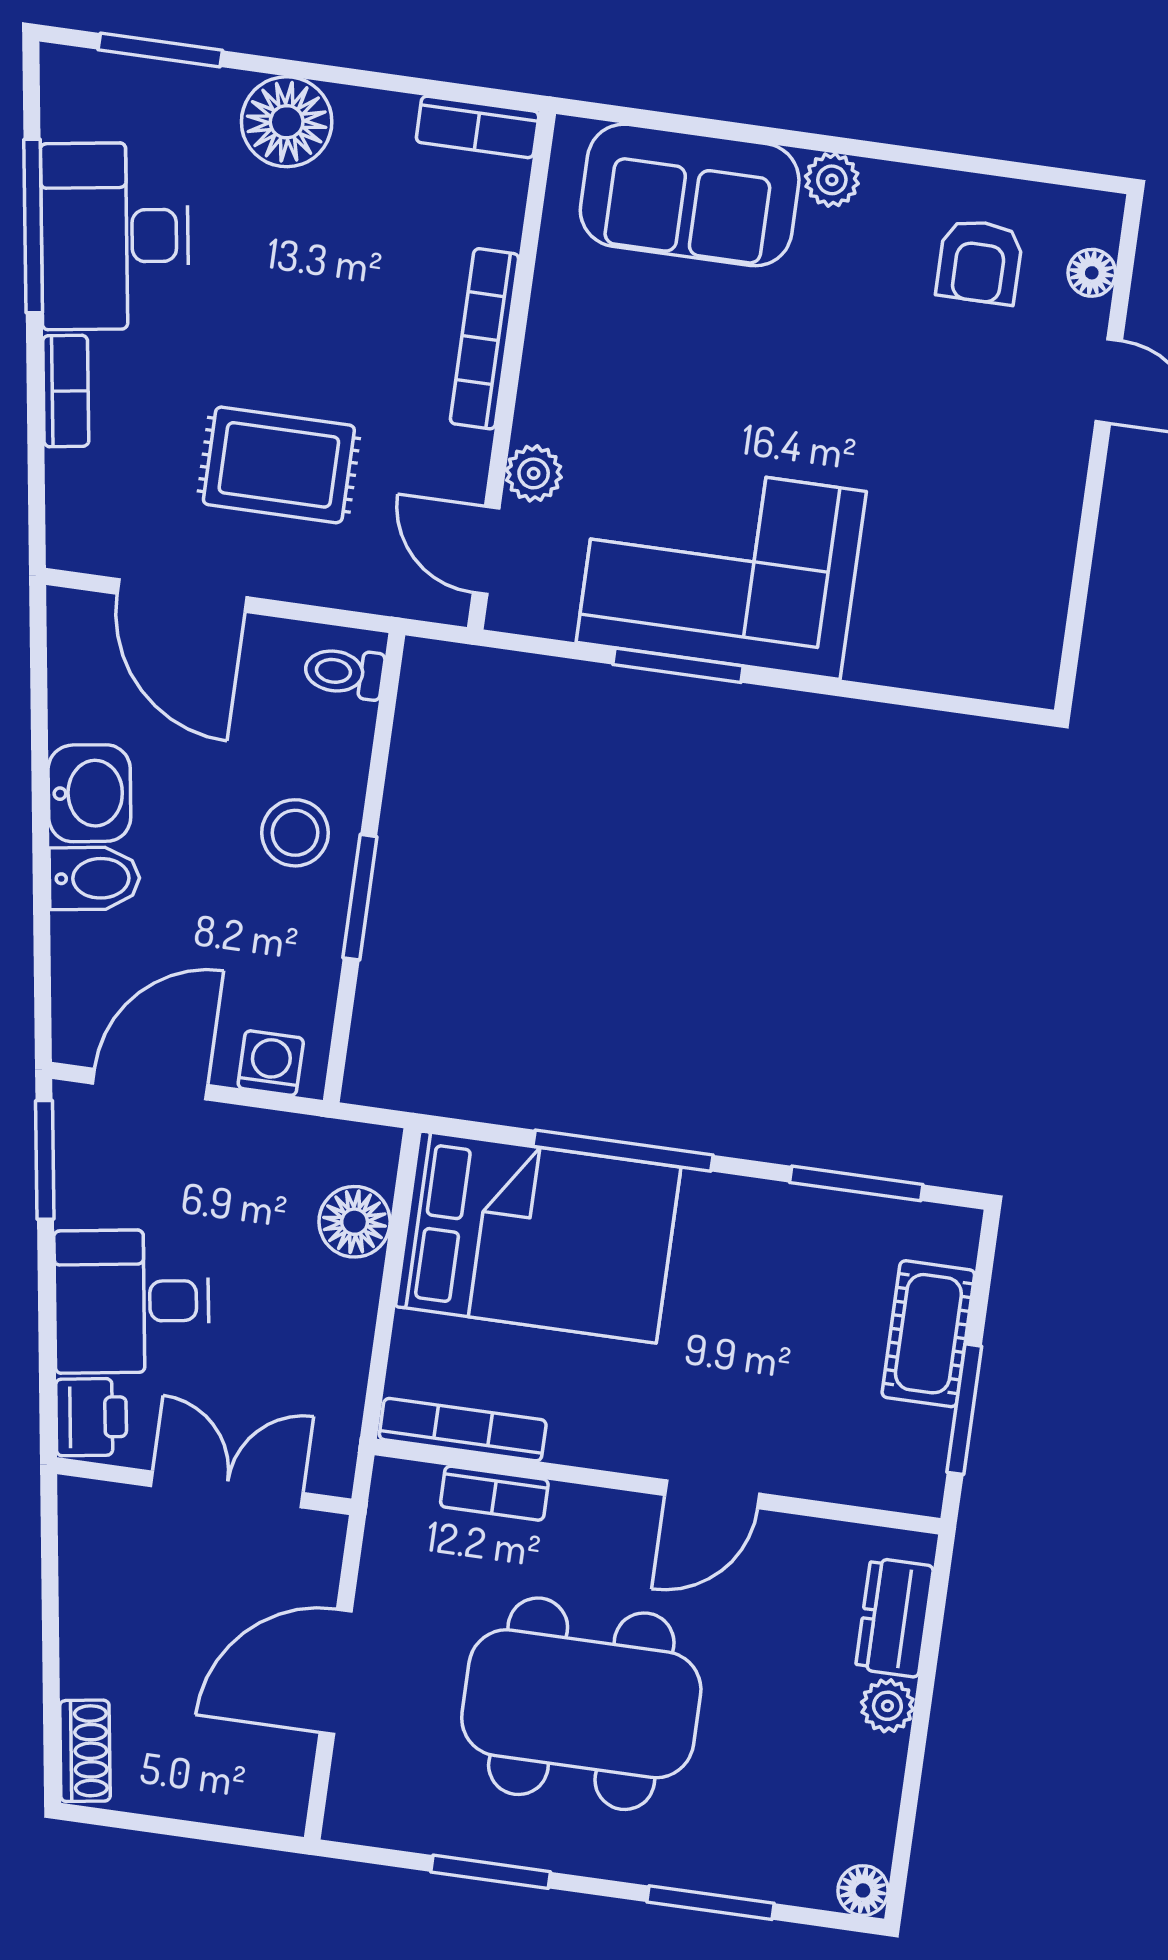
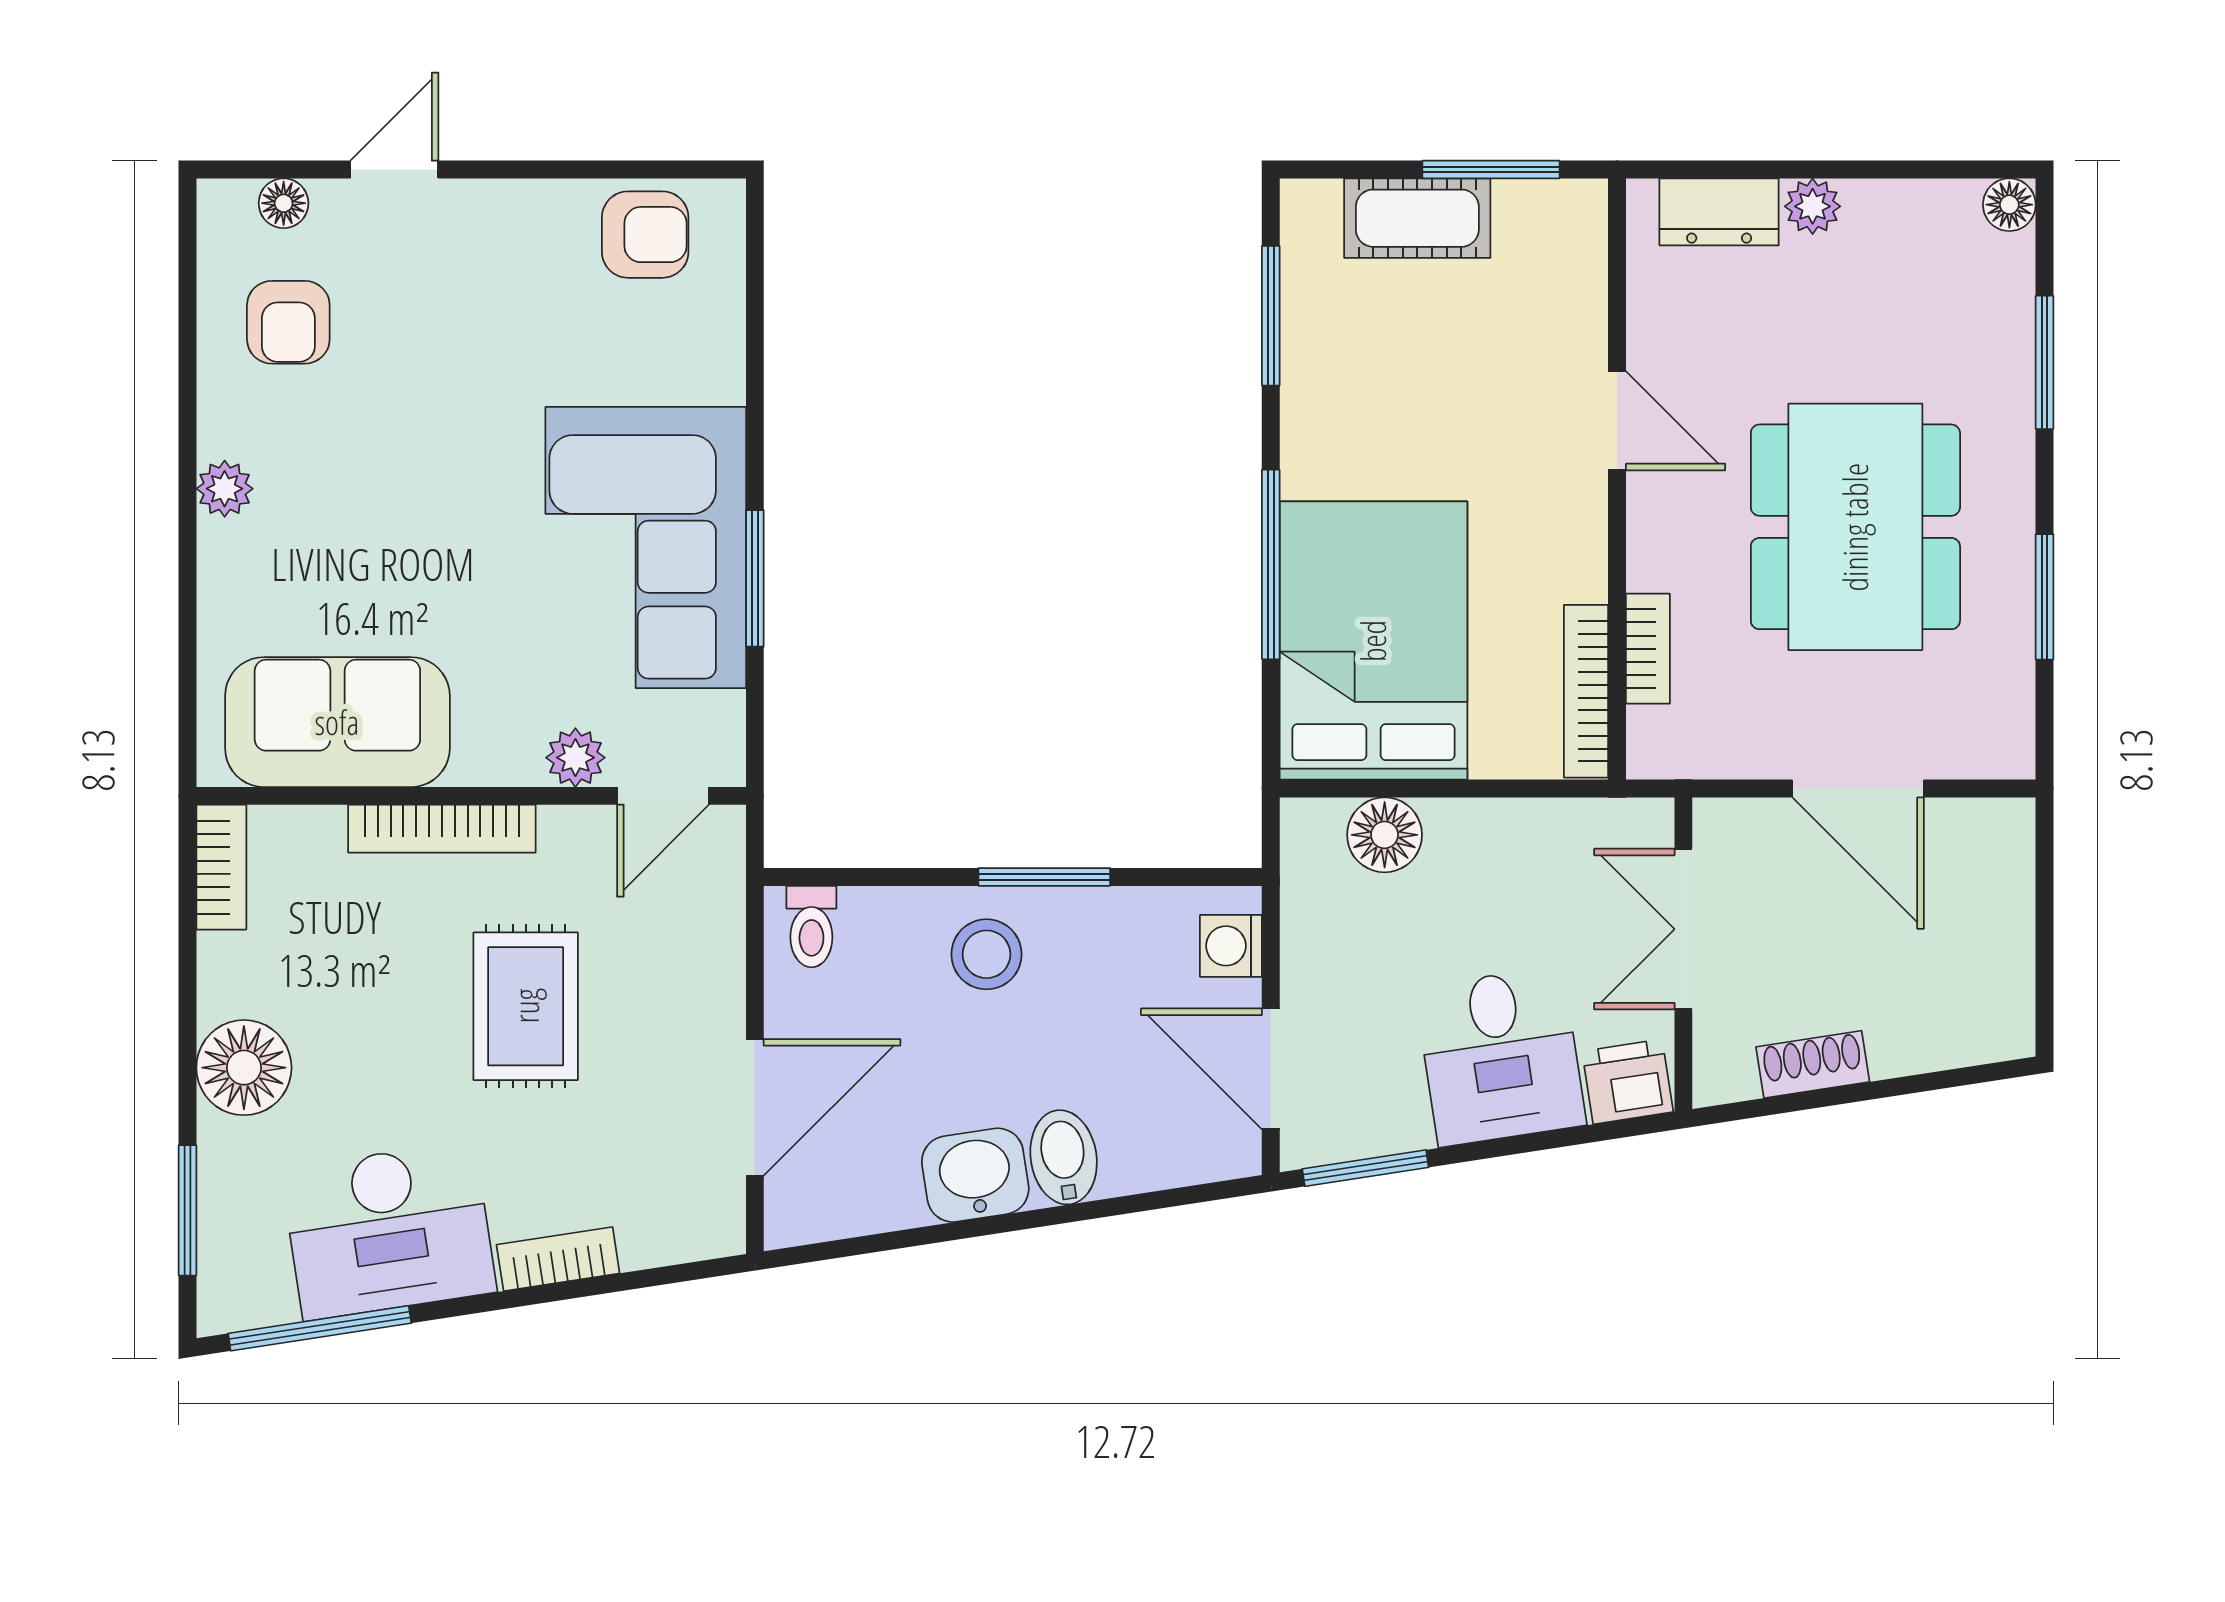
sofa: (690, 195) -> (337, 722), moved, turned -90
window: (33, 226) -> (320, 1328), moved
armchair: (980, 262) -> (288, 322), turned 90
rug: (279, 465) -> (526, 1006), moved
armchair: (1015, 608) -> (645, 235), added
shoe rack: (85, 1751) -> (1813, 1064), moved

